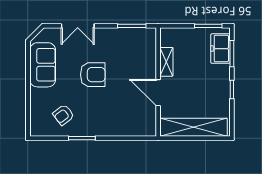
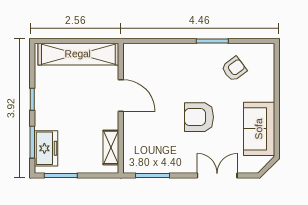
shelving: (166, 62) -> (111, 147), moved

